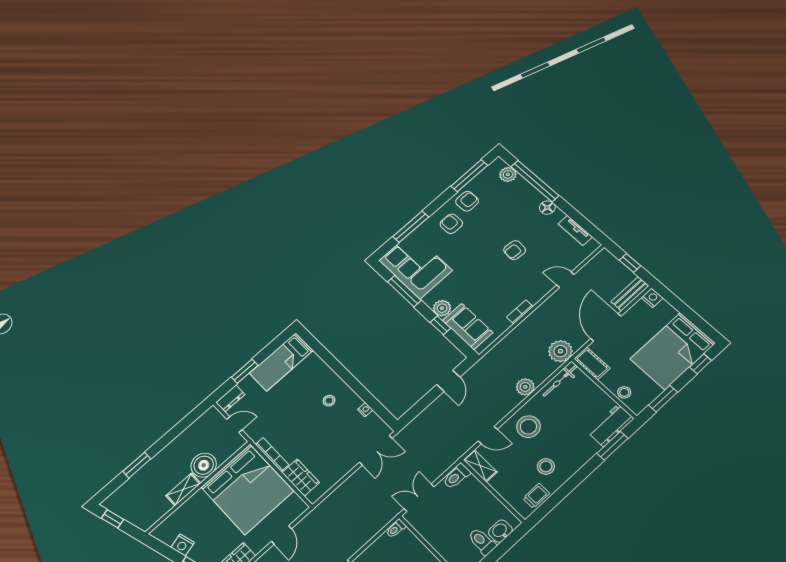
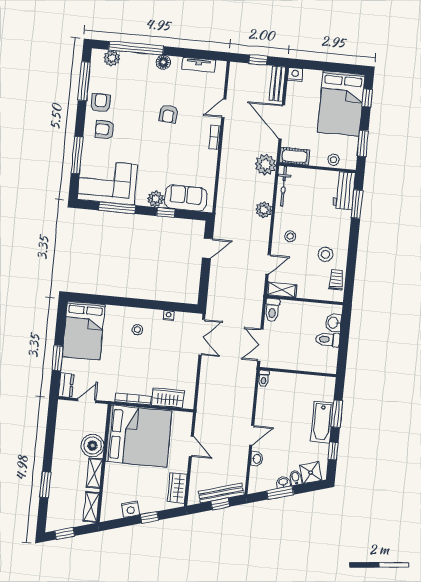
bookcase: (520, 312) -> (215, 137), moved
bed: (281, 362) -> (84, 331), width x1.50
door: (448, 381) -> (207, 248), hinge flipped
stool: (528, 427) -> (290, 236), width x0.53, depth x0.53
shelving: (154, 515) -> (91, 507), added

